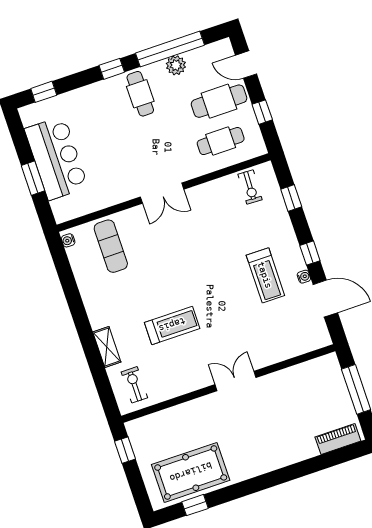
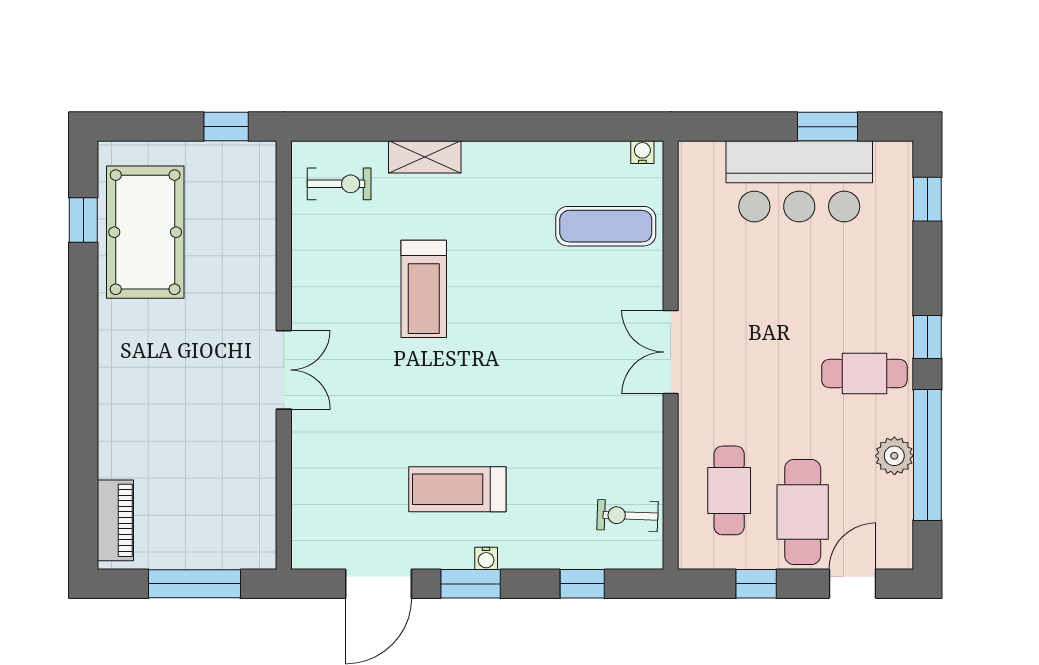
window: (33, 178) -> (827, 127), moved
window: (310, 253) -> (471, 584), width x1.50
water cooler: (304, 277) -> (486, 558), moved

